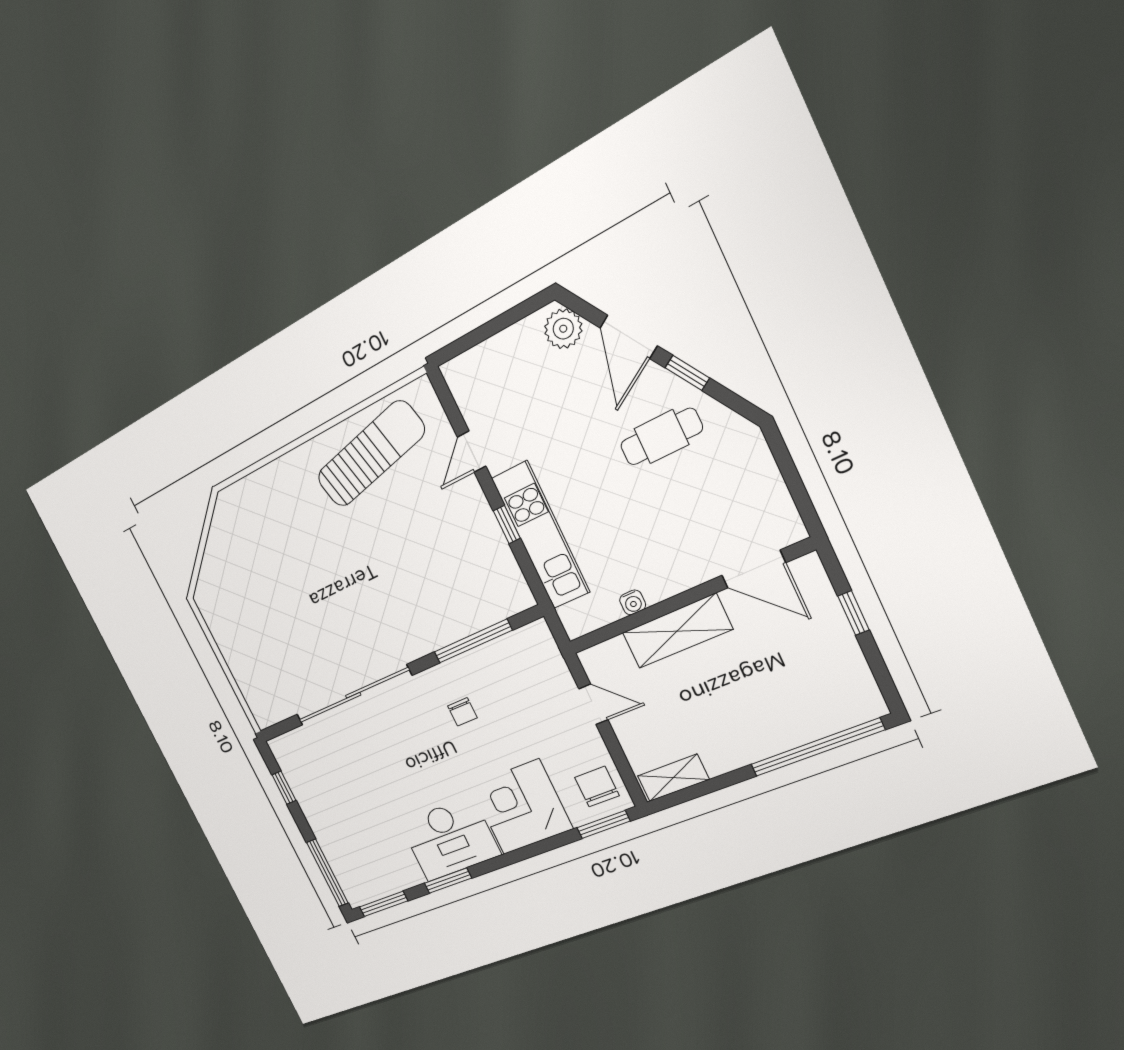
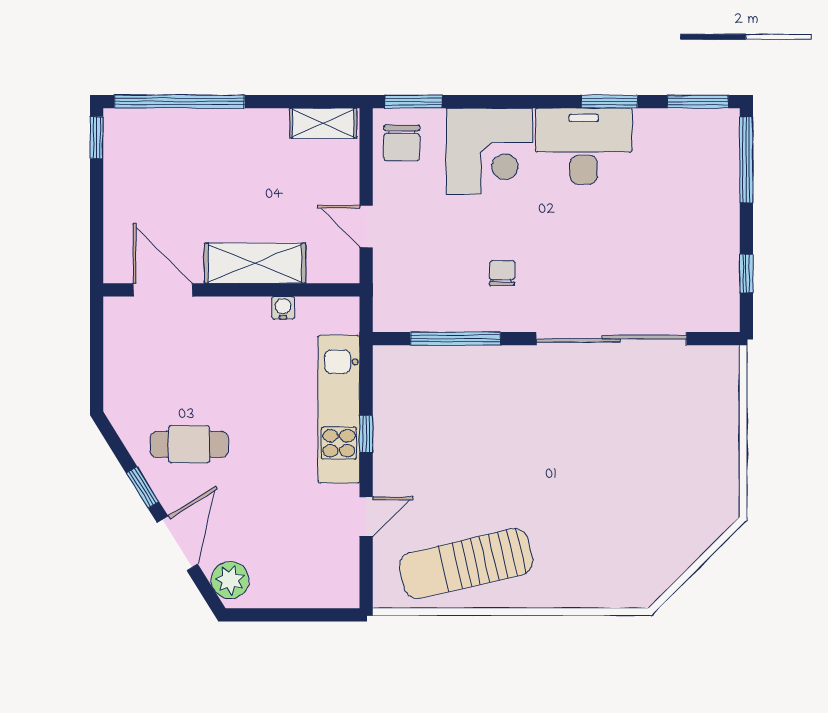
window: (853, 613) -> (97, 138), moved

